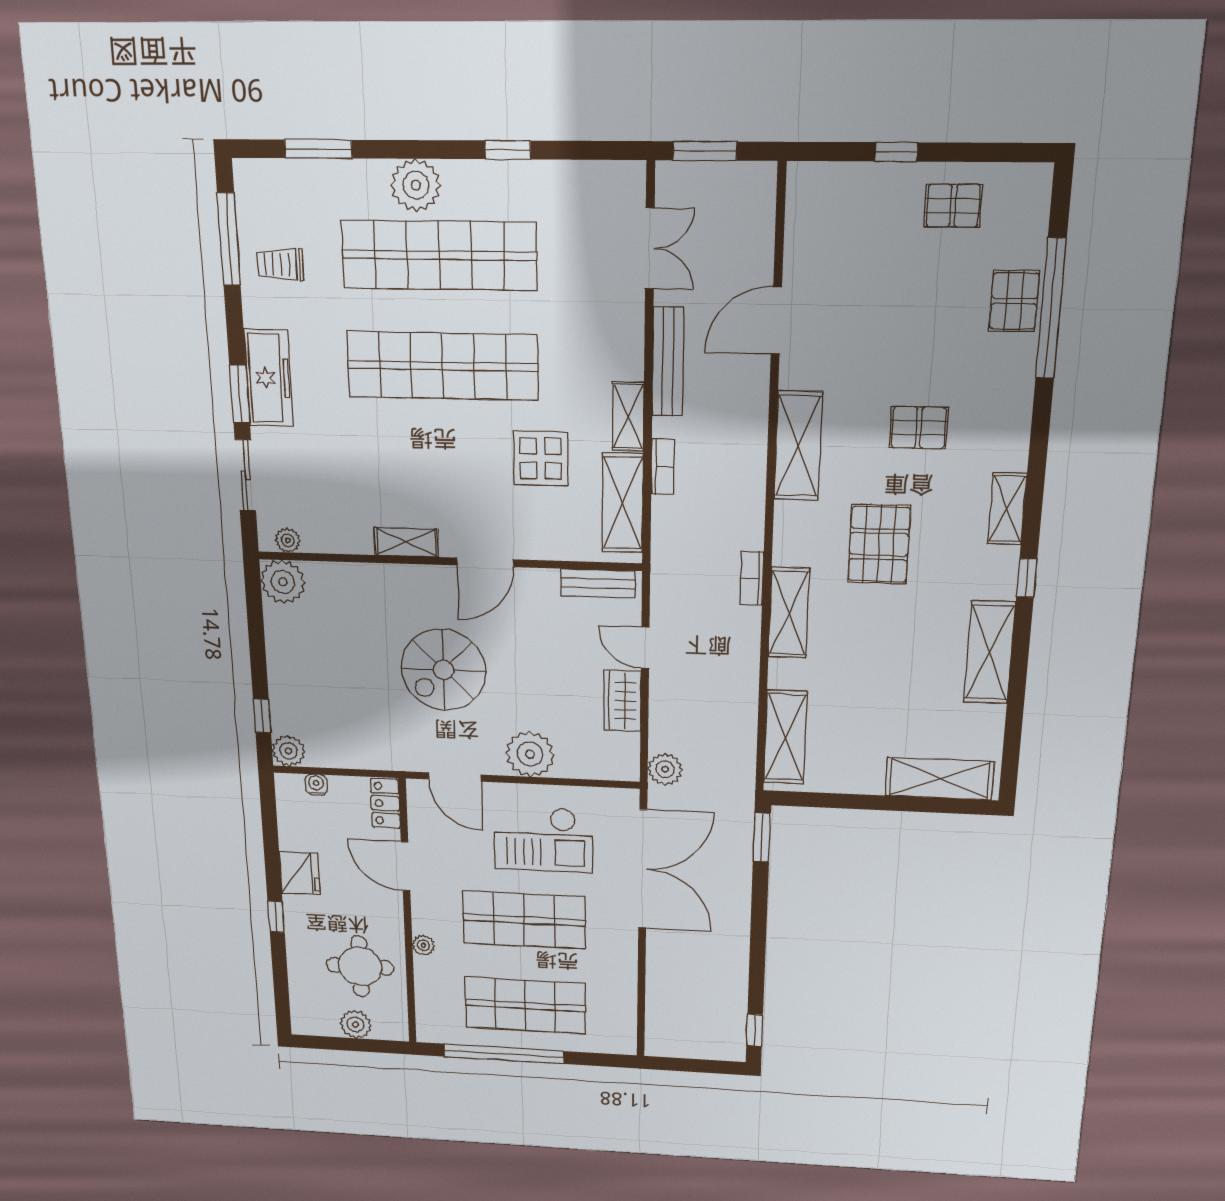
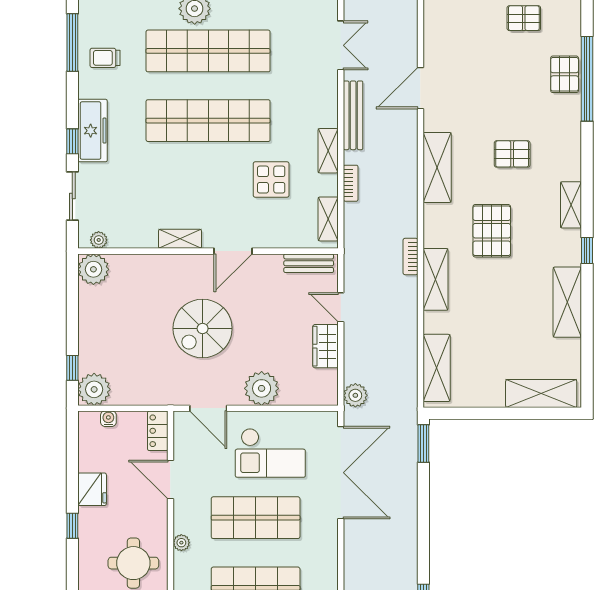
window: (240, 394) -> (72, 141), width x0.67
shelving: (623, 503) -> (328, 219), width x0.67, depth x0.75
plant: (289, 751) -> (94, 389), width x1.36, depth x1.36

